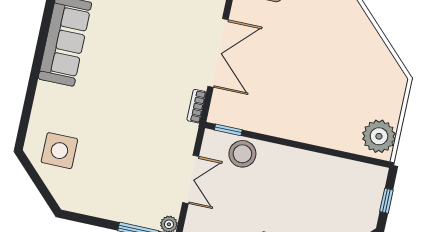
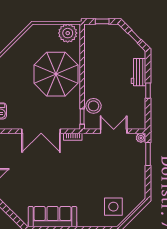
double door: (218, 53) -> (41, 131), swing flipped
parasol: (312, 100) -> (56, 74), added

